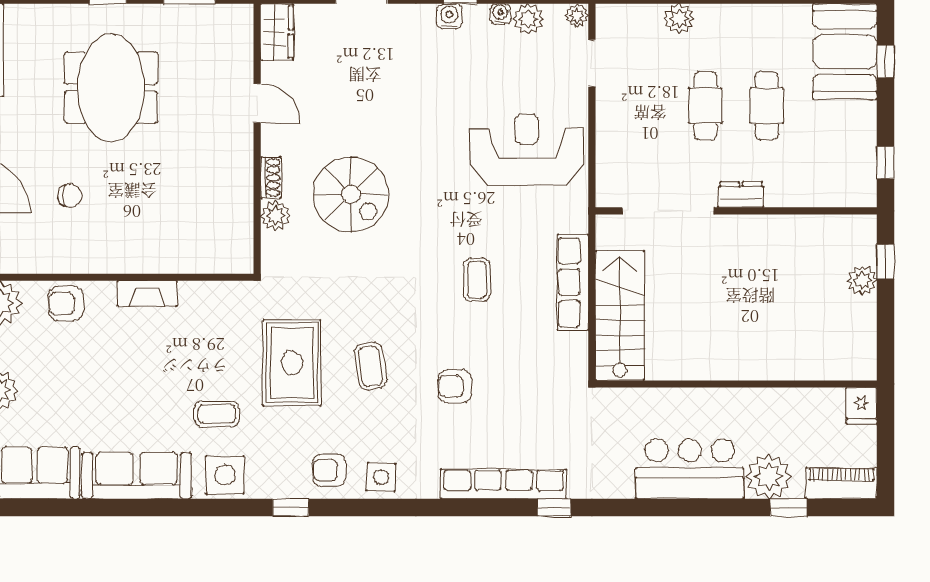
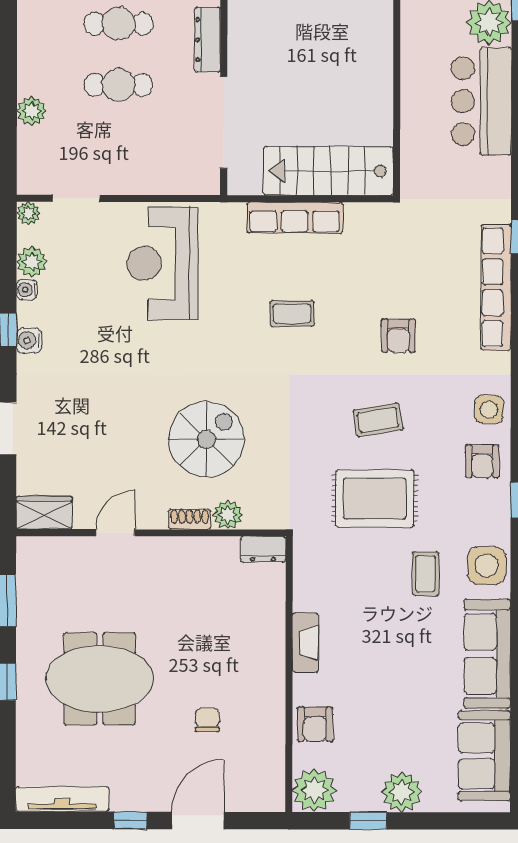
dresser: (741, 195) -> (208, 40), width x1.44
dresser: (241, 251) -> (263, 549), added

